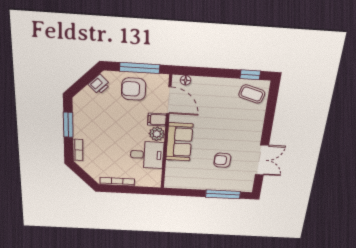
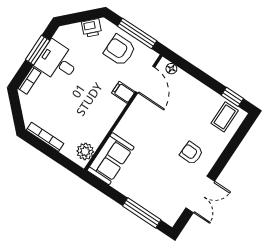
coffee table: (252, 94) -> (225, 117), turned 74
plant: (157, 134) -> (85, 151), moved
sofa: (179, 142) -> (111, 159), moved
desk: (147, 155) -> (57, 62), moved, turned 180
armchair: (222, 160) -> (191, 153), moved

